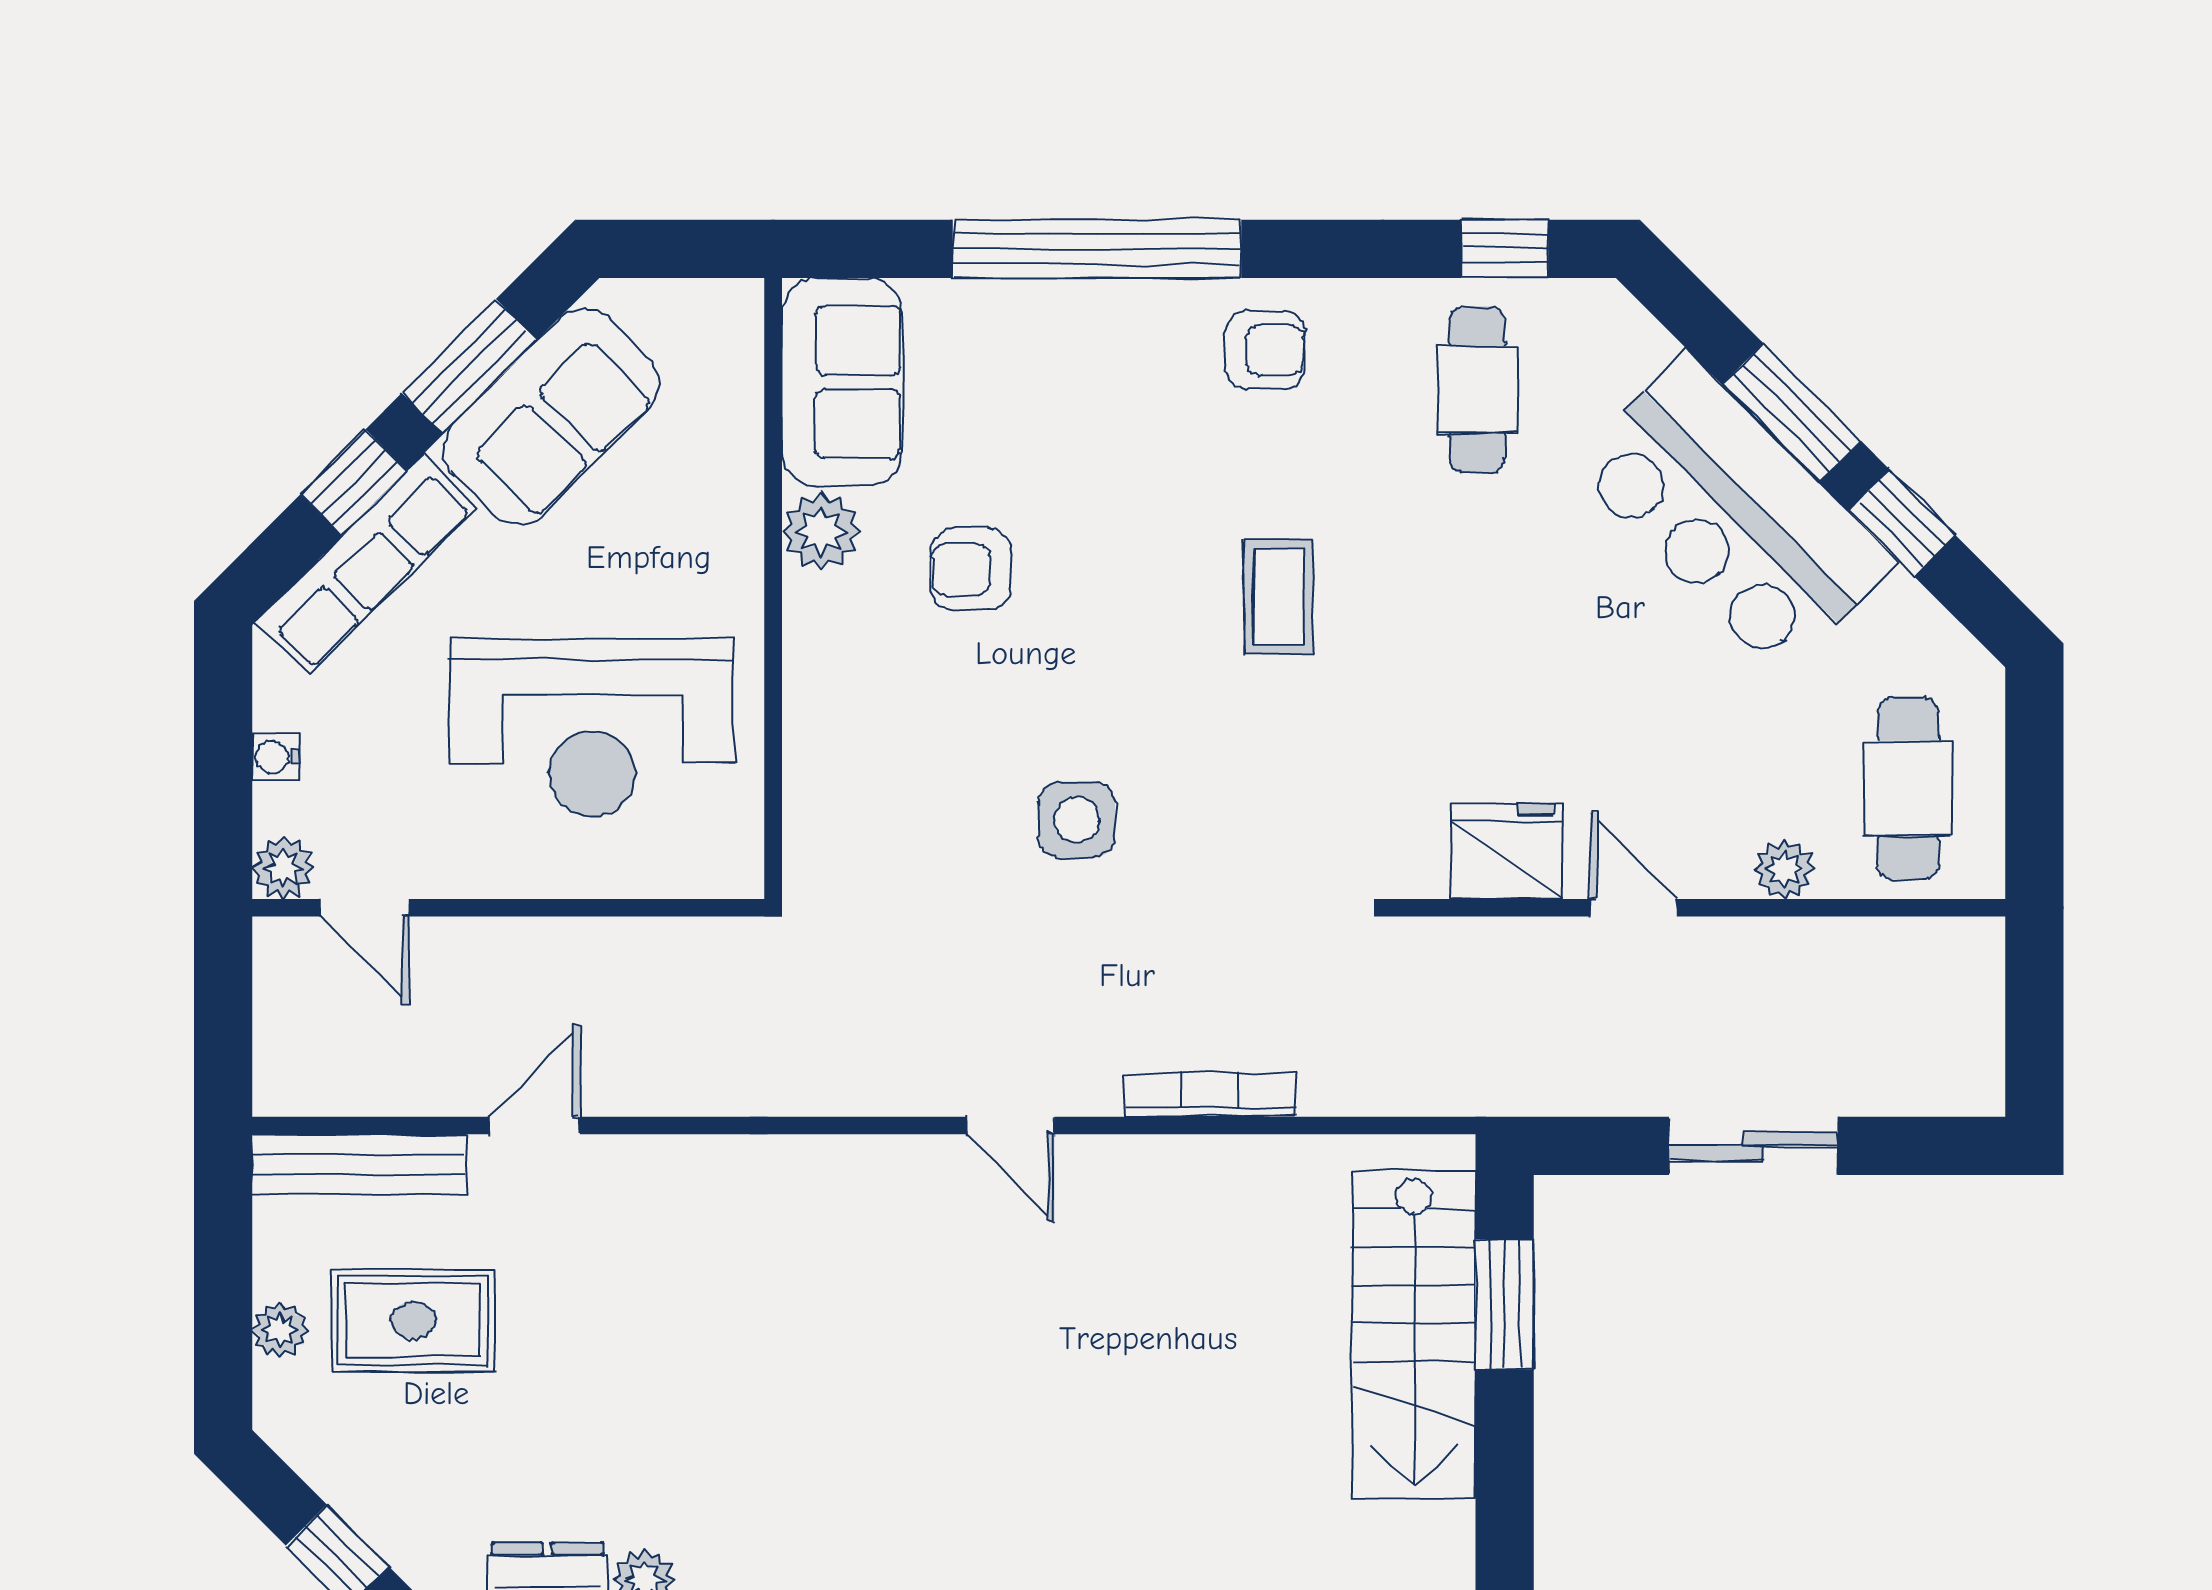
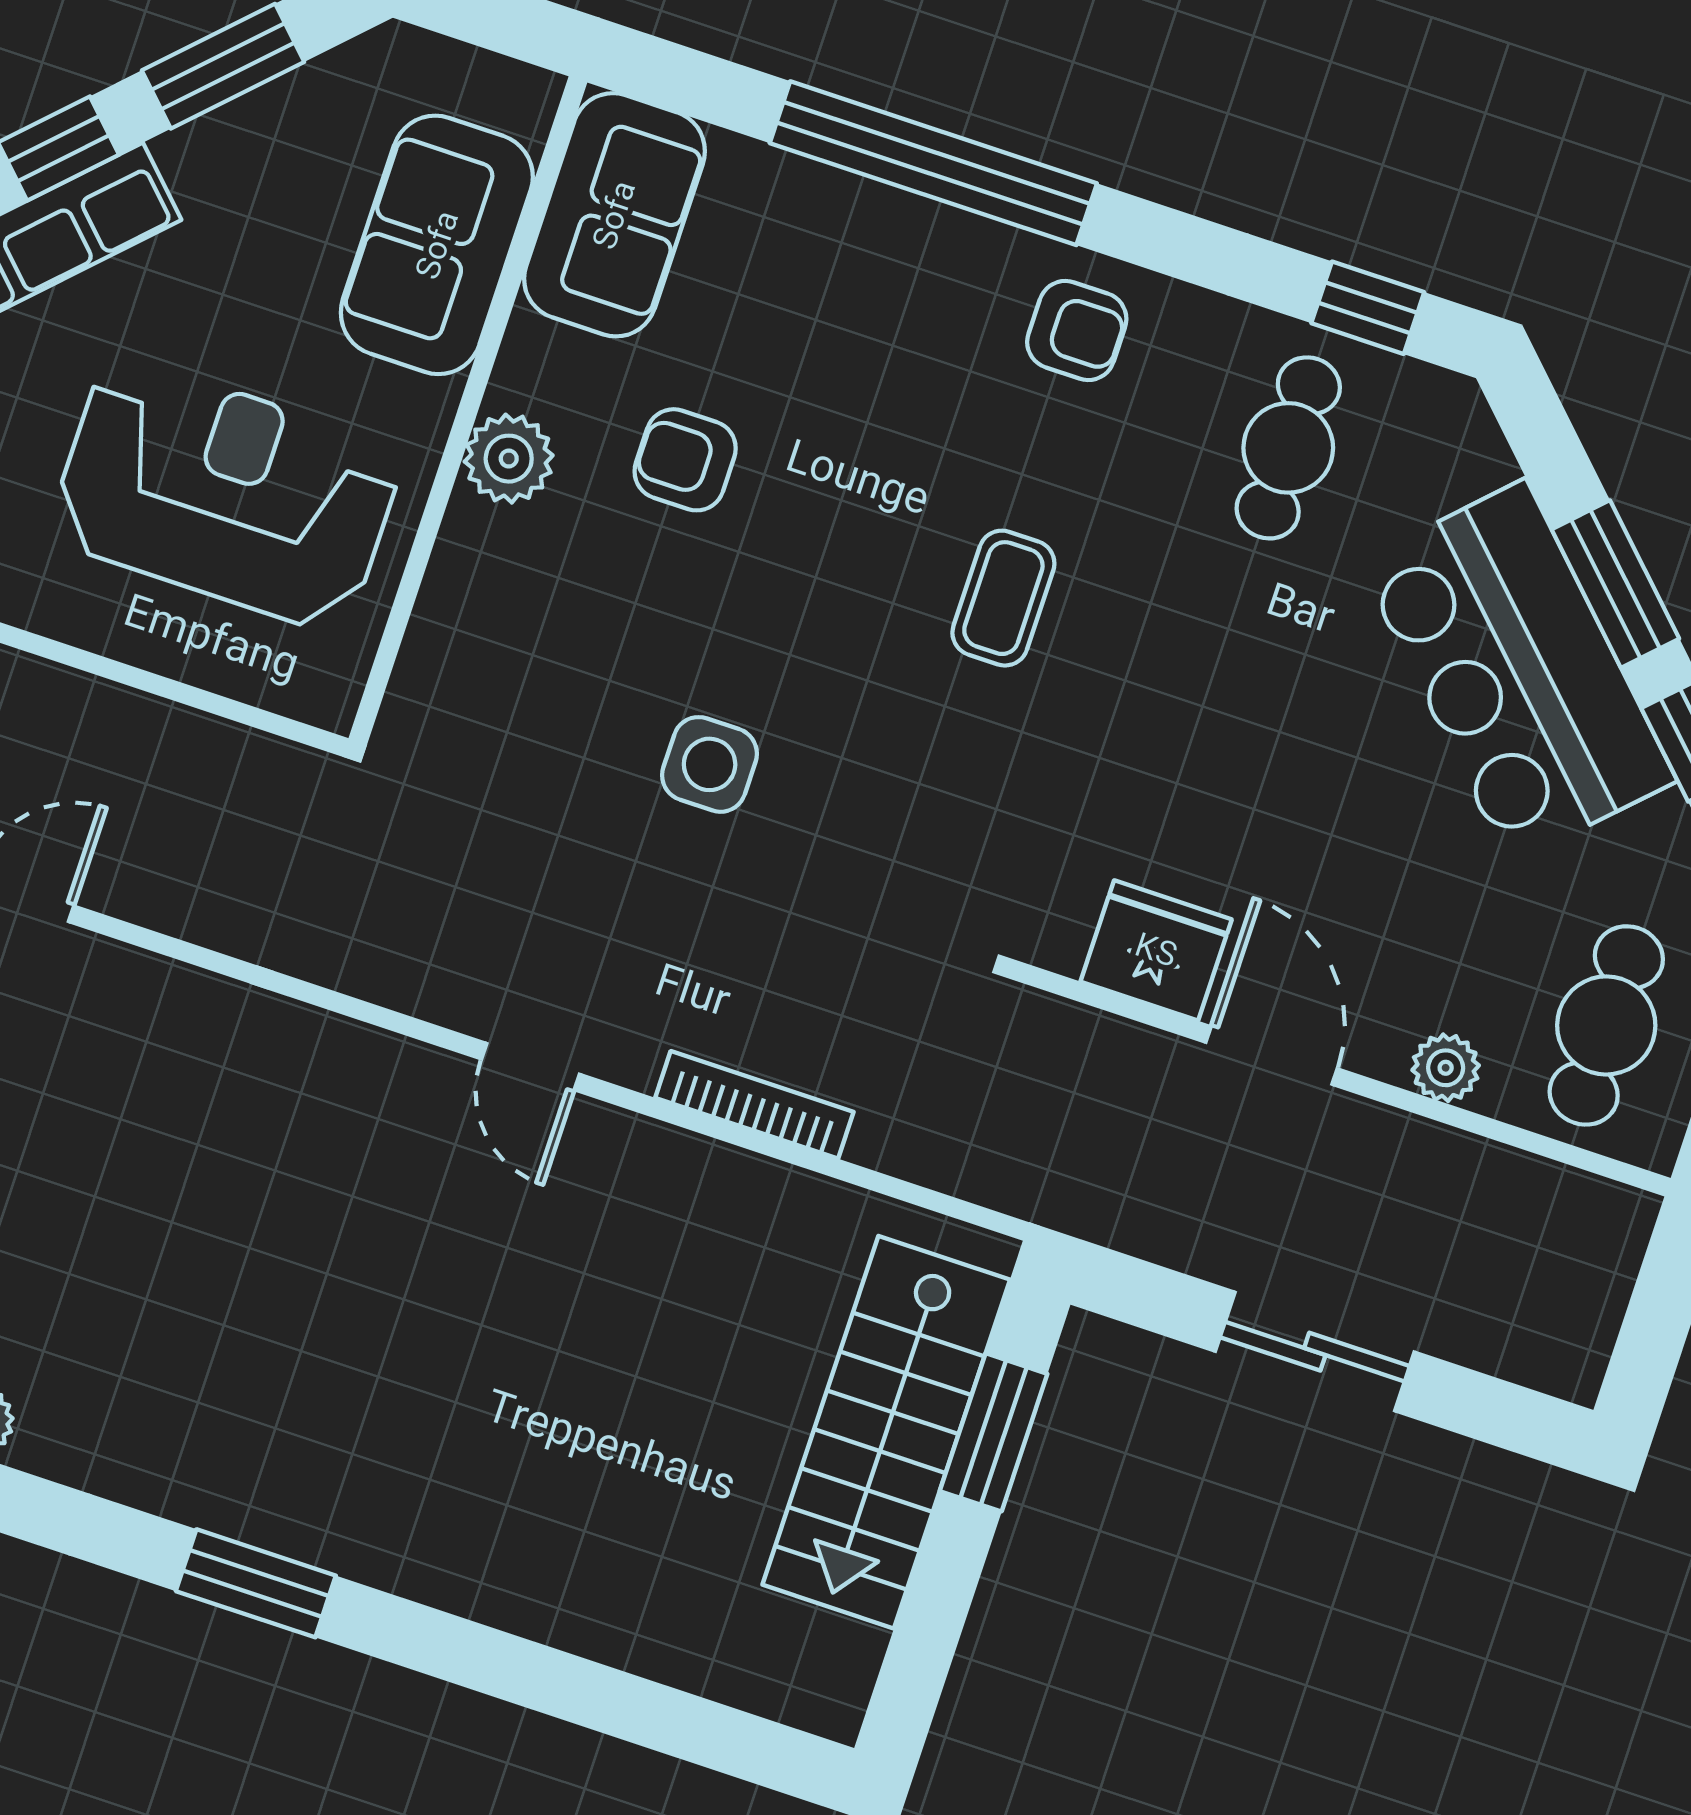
sofa: (551, 417) -> (437, 245), moved, turned 135
plant: (821, 531) -> (509, 459), moved
reception desk: (592, 727) -> (226, 494), turned 180
door: (1634, 908) -> (1272, 1055), width x1.38

